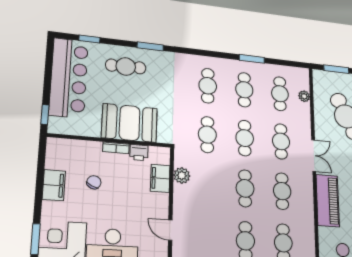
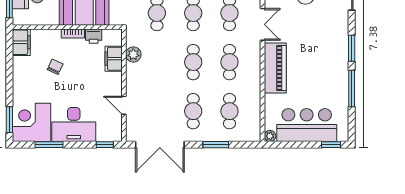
filing cabinet: (54, 185) -> (21, 42), moved

